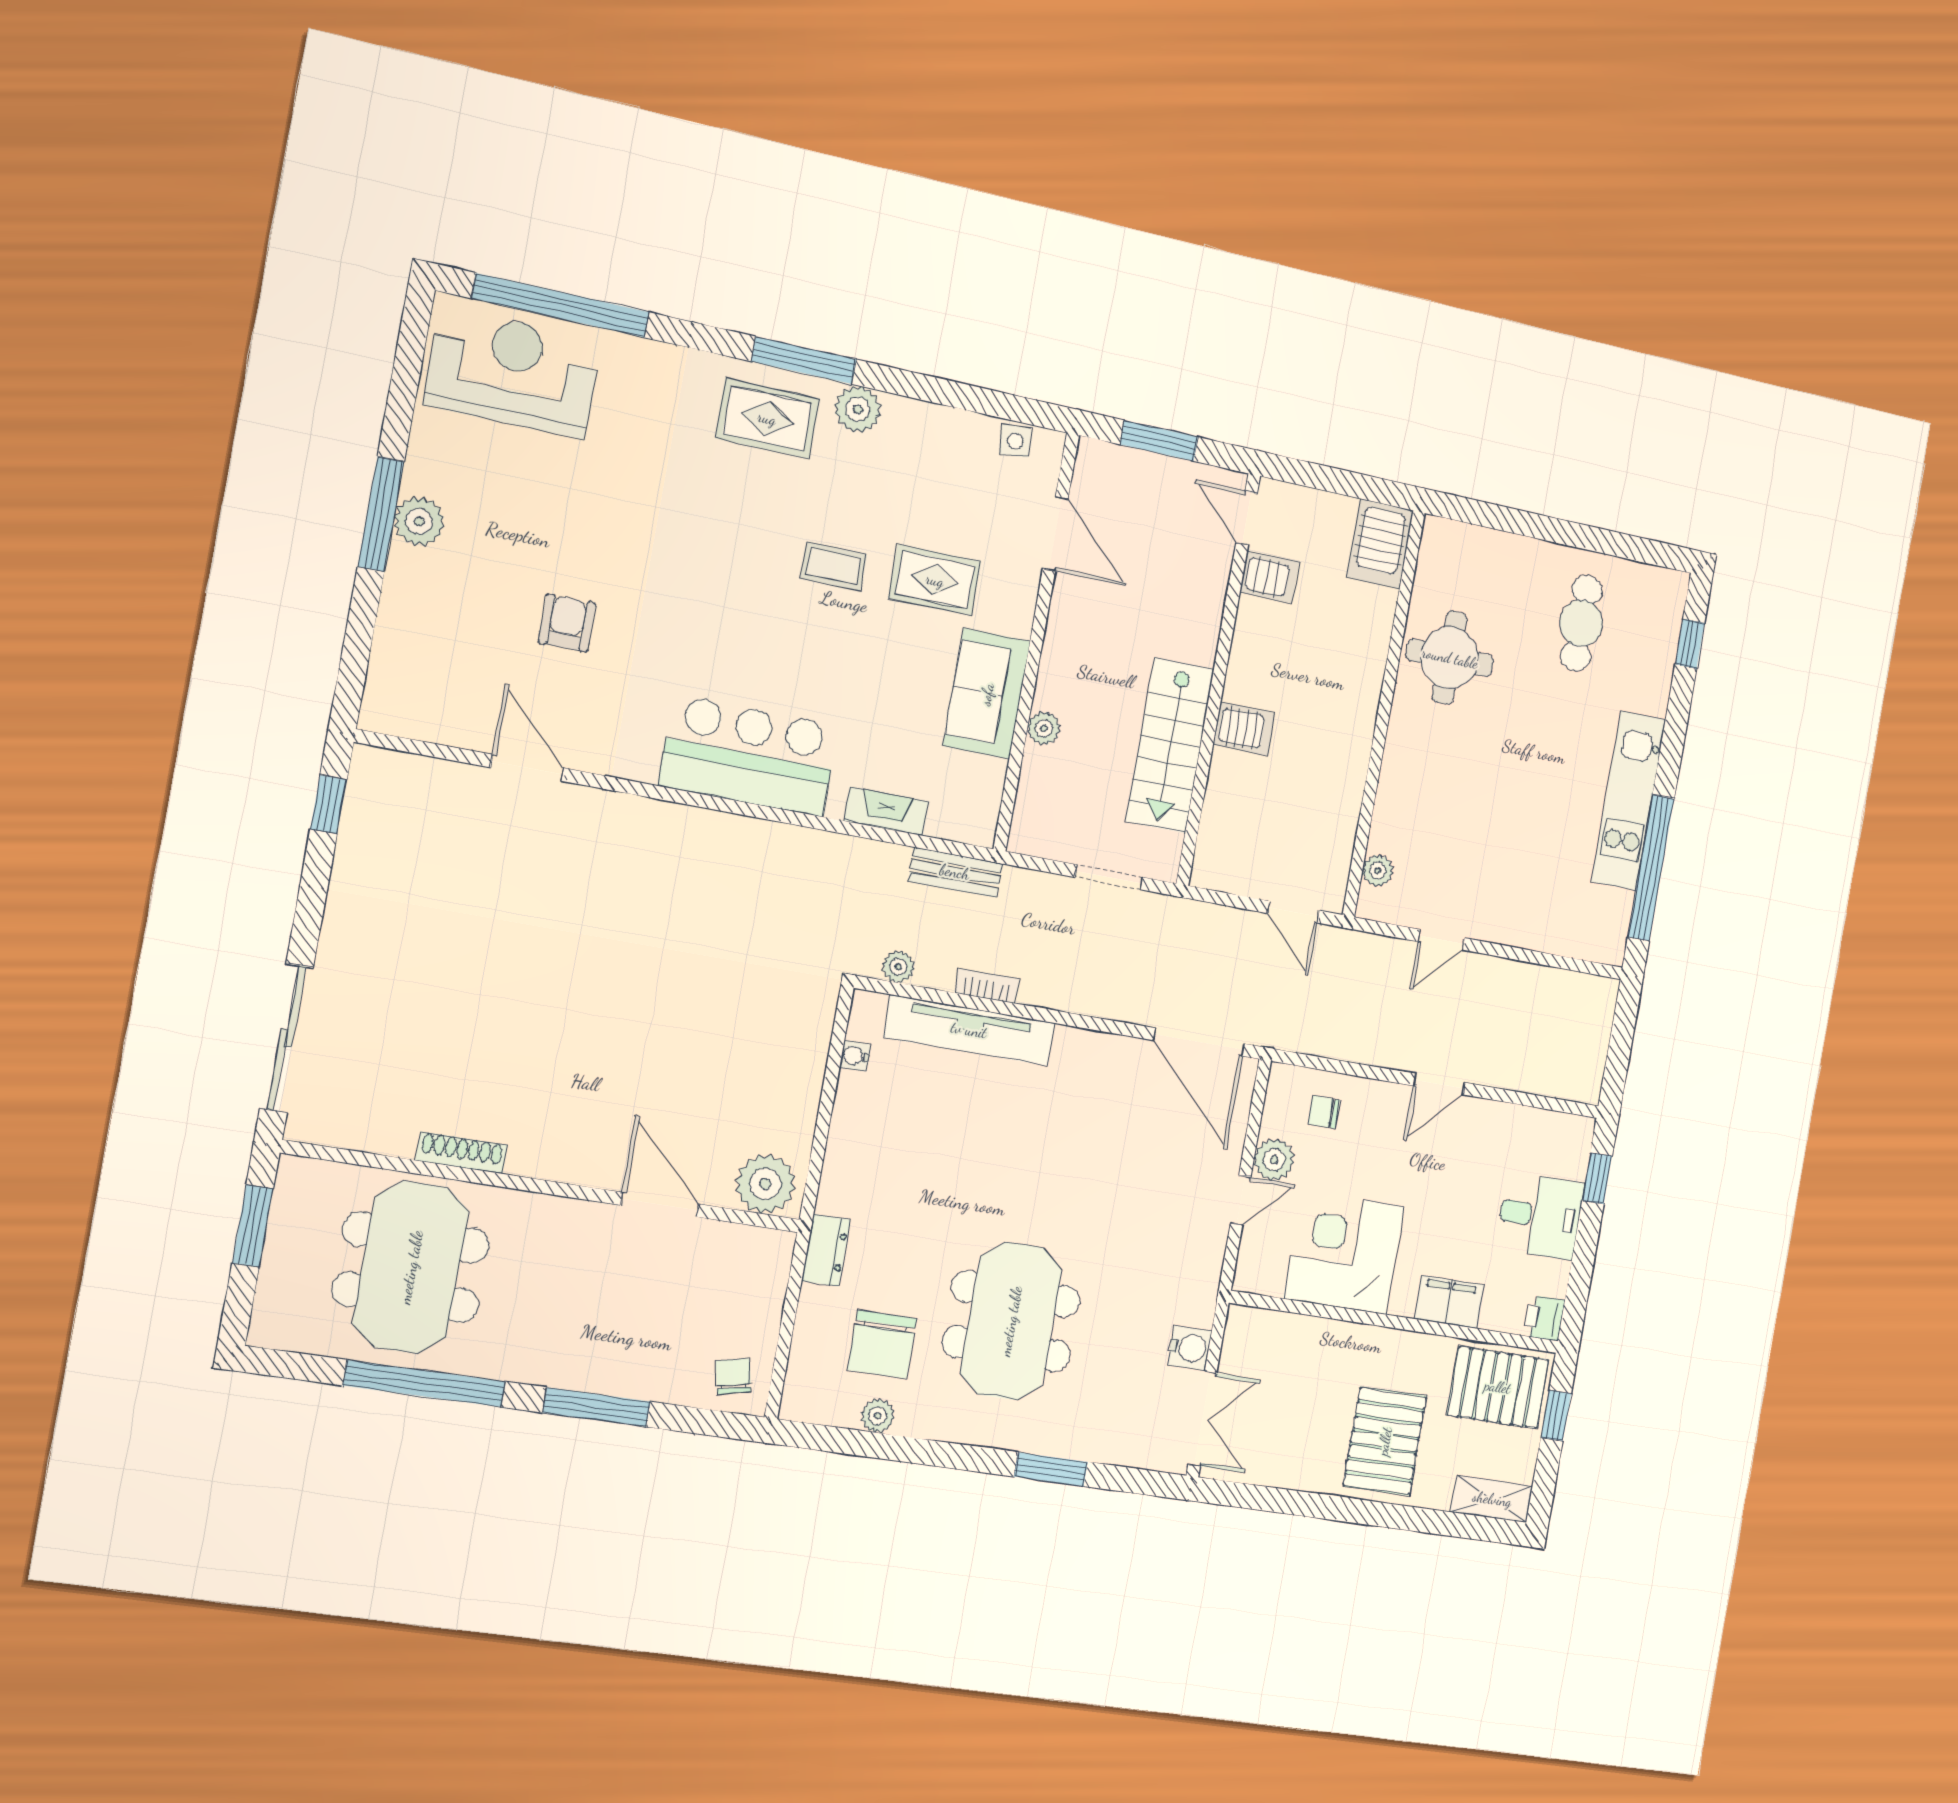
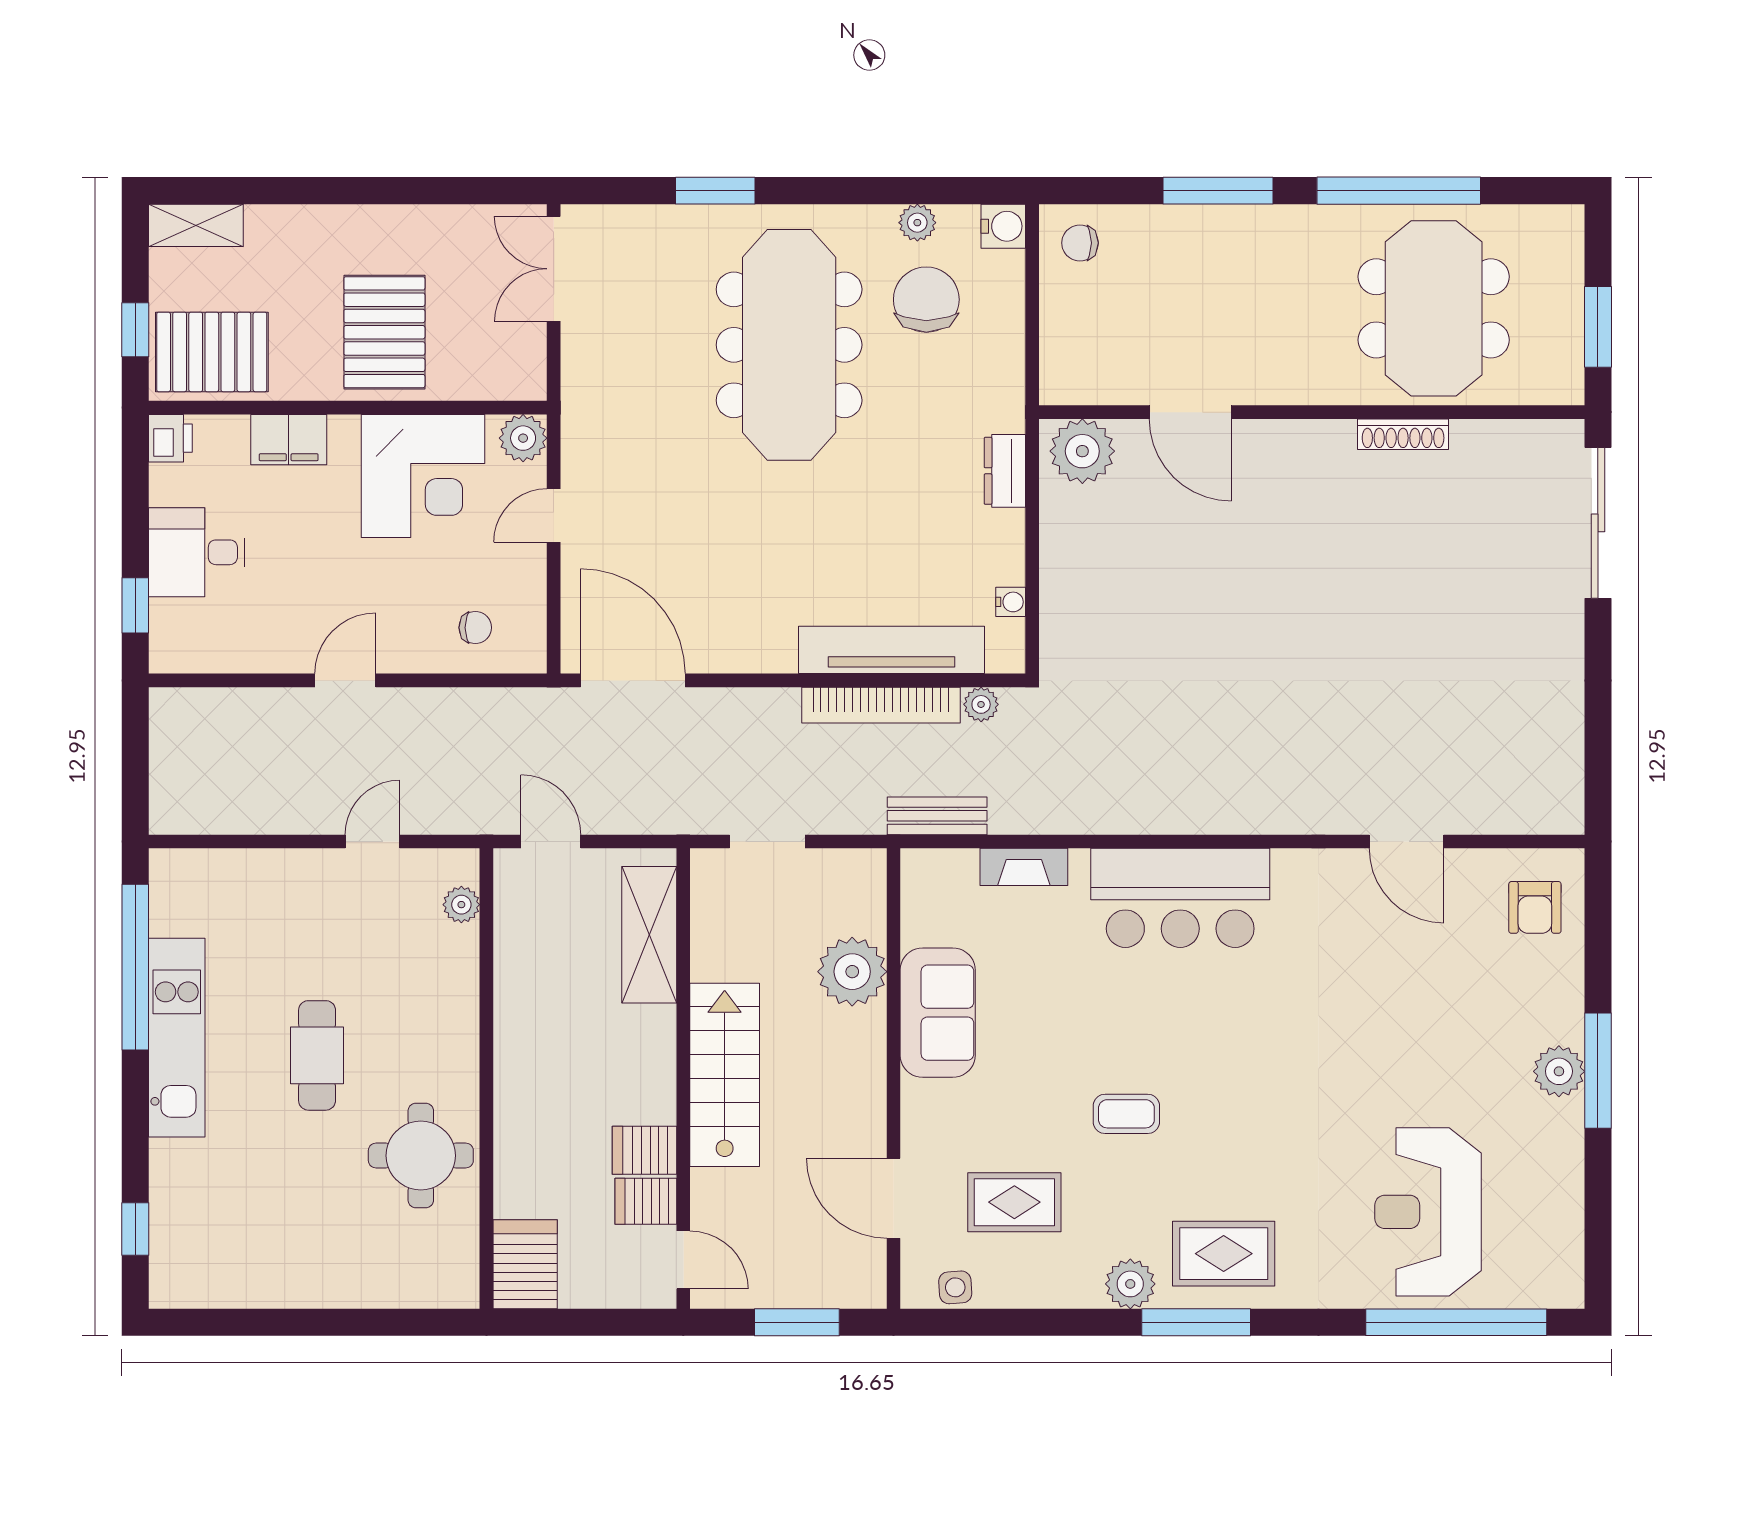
reception desk: (513, 372) -> (1428, 1212), moved, turned 90
rug: (935, 580) -> (1014, 1202), moved
armchair: (567, 623) -> (1535, 907), moved
cafe table: (1581, 623) -> (317, 1055), moved
plant: (1044, 728) -> (852, 972), width x1.88, depth x1.88
server rack: (1244, 729) -> (644, 1150), moved
stairs: (1170, 745) -> (725, 1075), moved
window: (329, 804) -> (1598, 767), removed
shelving: (1225, 813) -> (649, 935), added
bookcase: (987, 986) -> (881, 705), width x2.31, depth x1.31
plant: (1274, 1160) -> (523, 438), moved
dresser: (826, 1250) -> (1005, 471), moved
meeting table: (1011, 1321) -> (789, 345), width x1.36
water cooler: (1190, 1348) -> (1003, 226), moved, turned 180
chair: (733, 1376) -> (1080, 243), turned 102
pallet: (1385, 1441) -> (384, 332), moved

